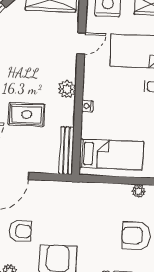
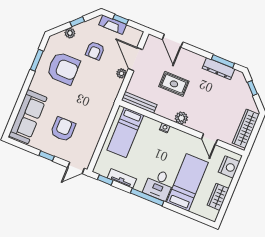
rug: (27, 114) -> (174, 84), turned 90
plant: (138, 191) -> (121, 73), moved

